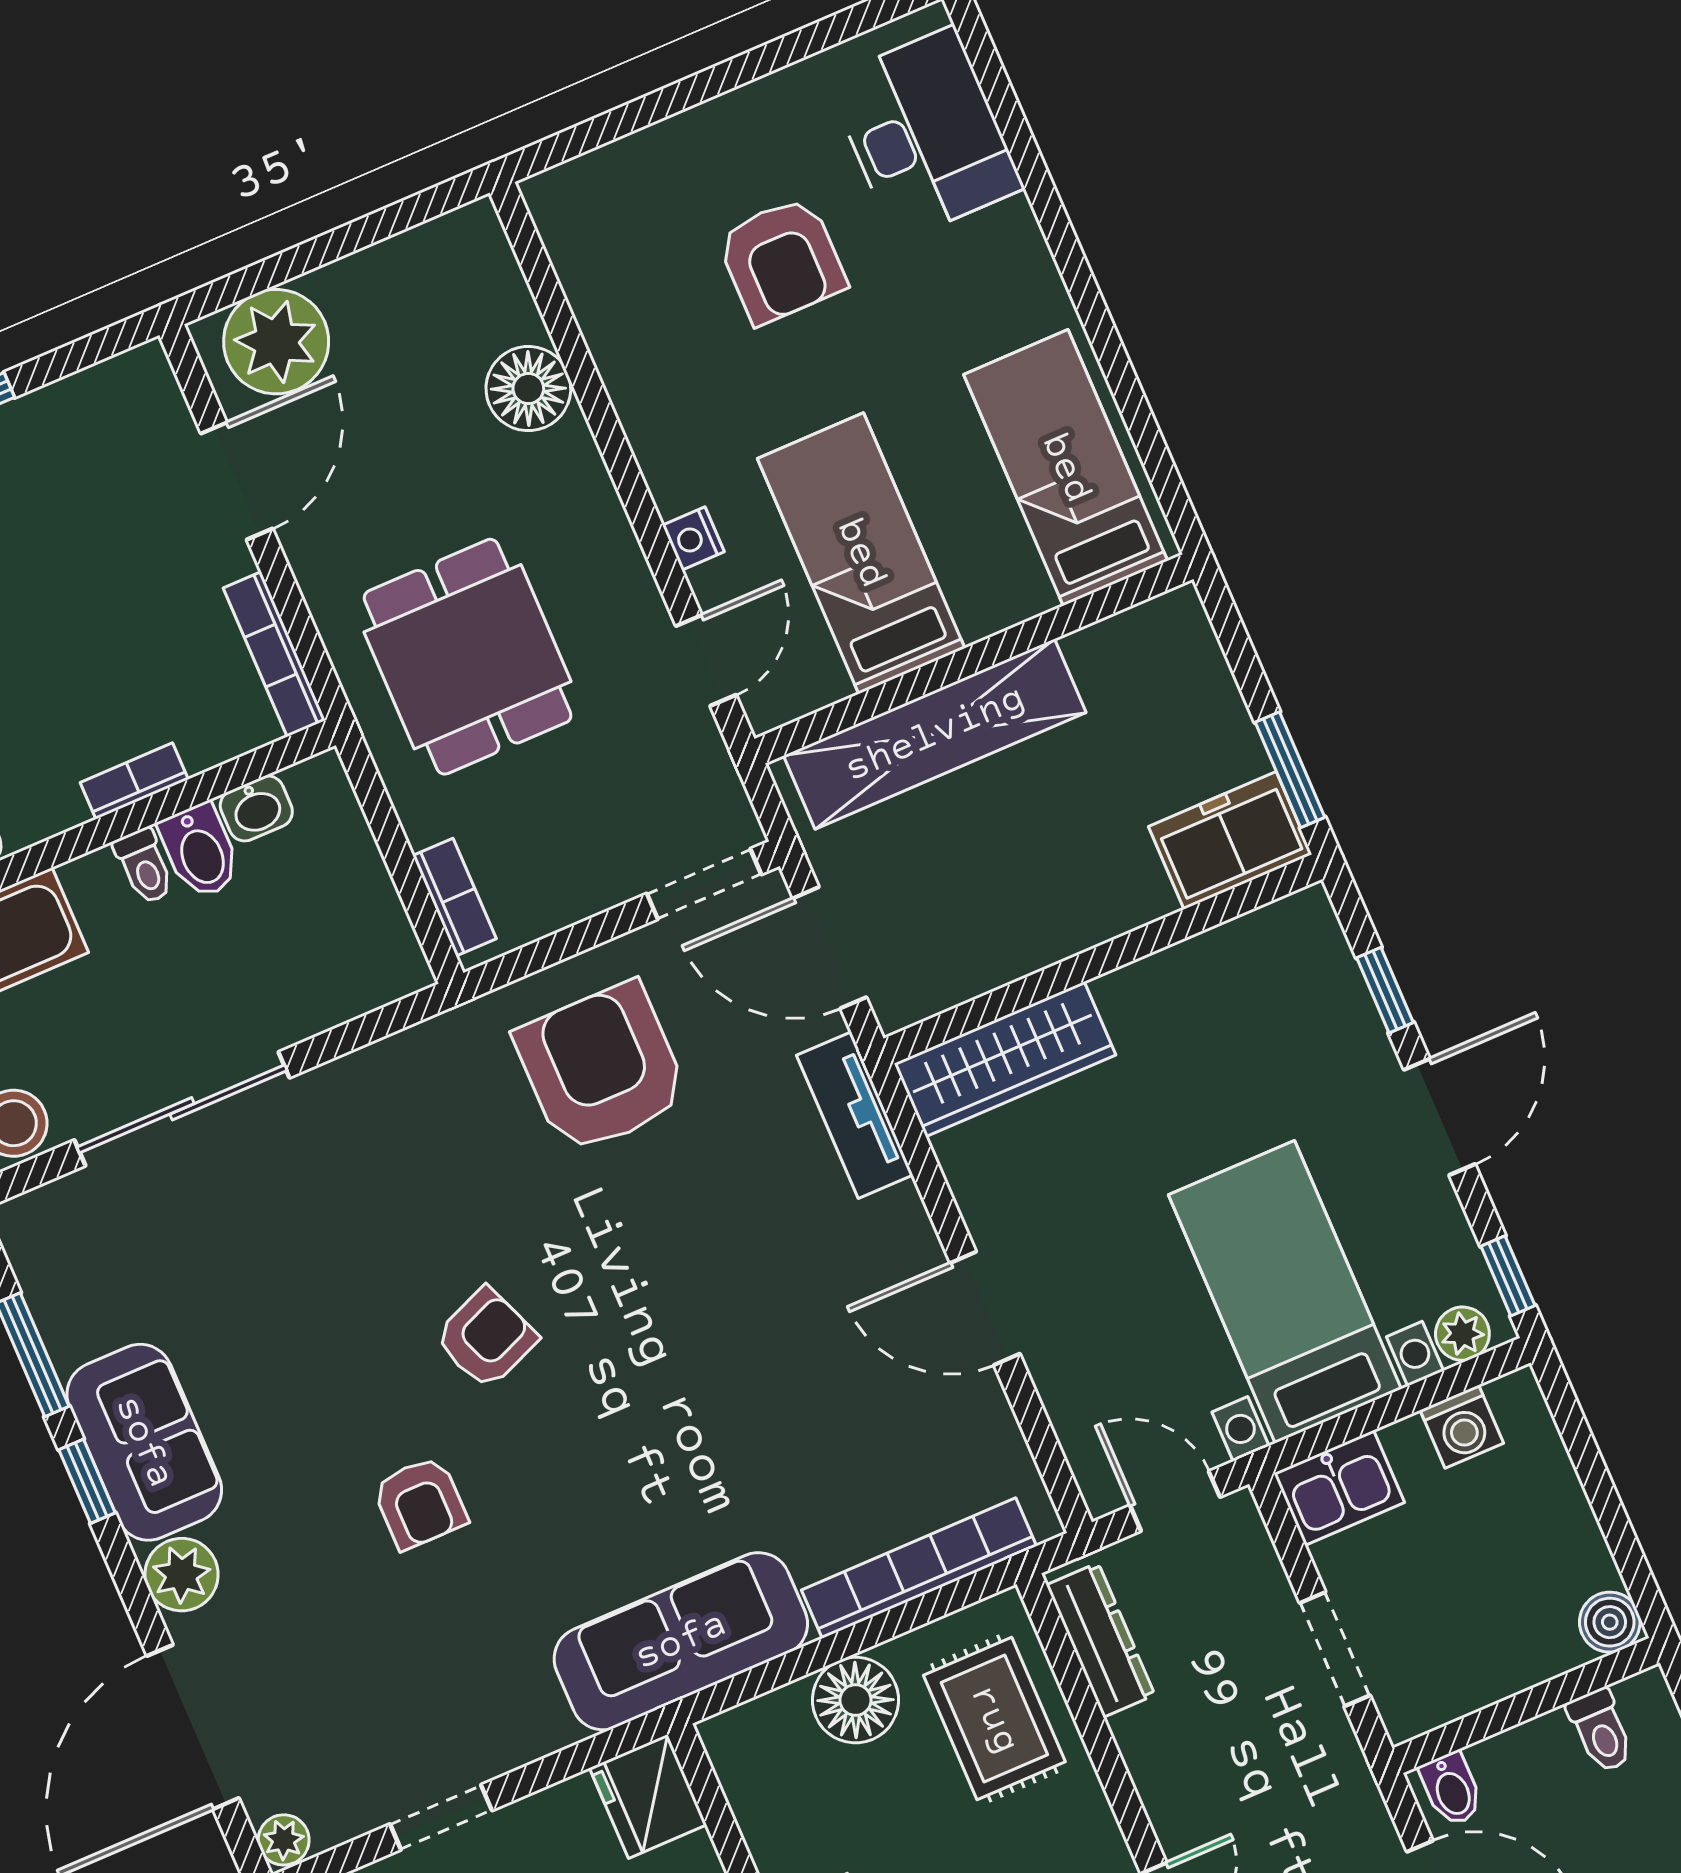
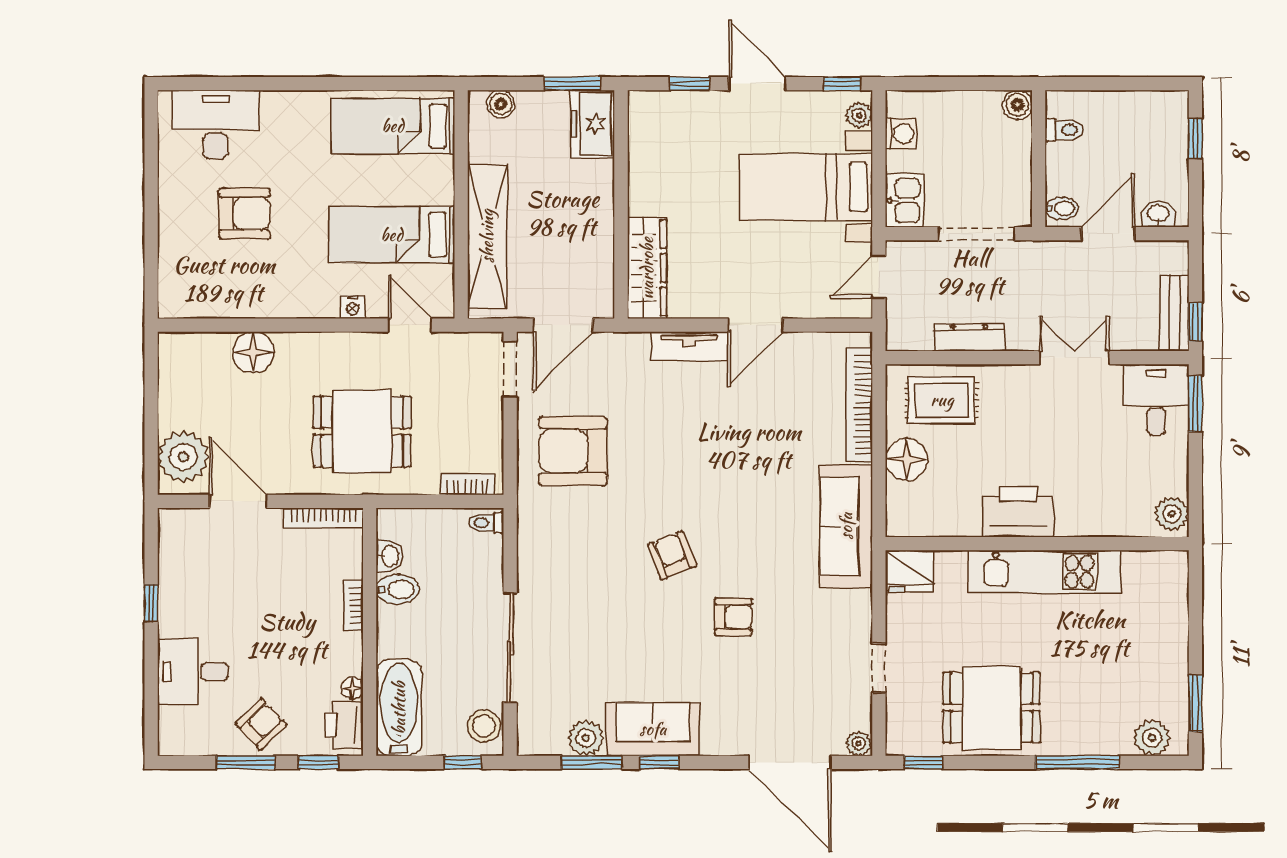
boiler: (1194, 652) -> (501, 104), added
toilet: (144, 866) -> (486, 523), moved, turned 180
tv unit: (855, 1115) -> (689, 346), moved
plant: (182, 1575) -> (586, 738), moved
dresser: (1101, 1640) -> (969, 337), moved
doorway: (1335, 1649) -> (976, 234), width x1.38

